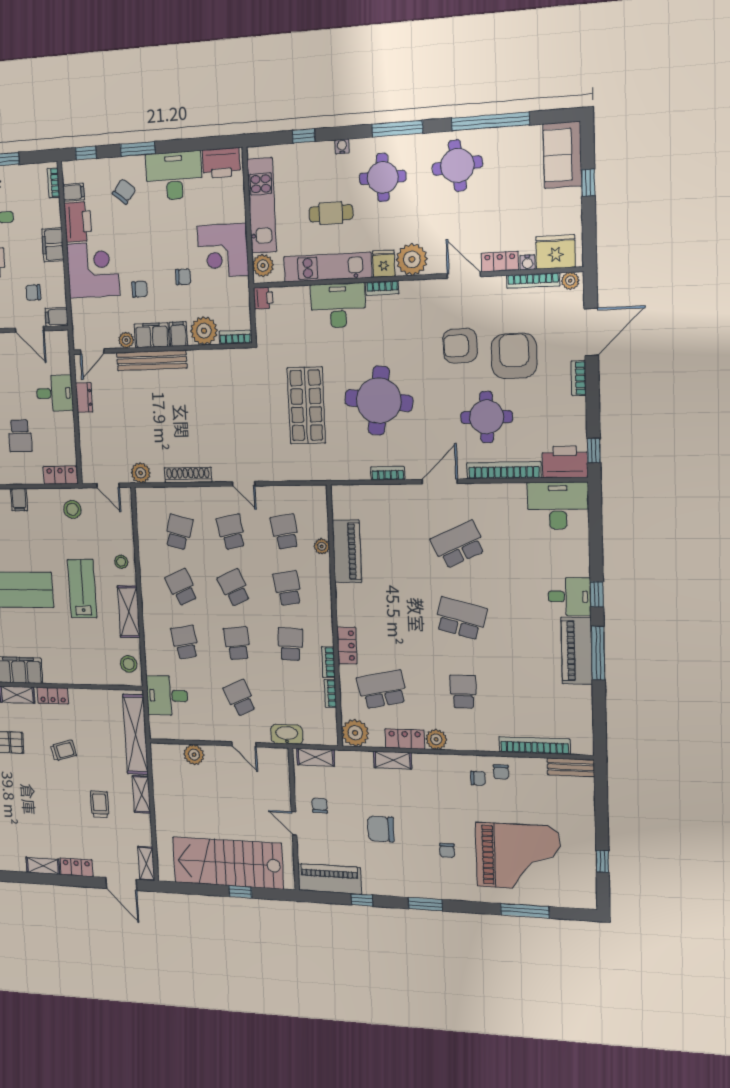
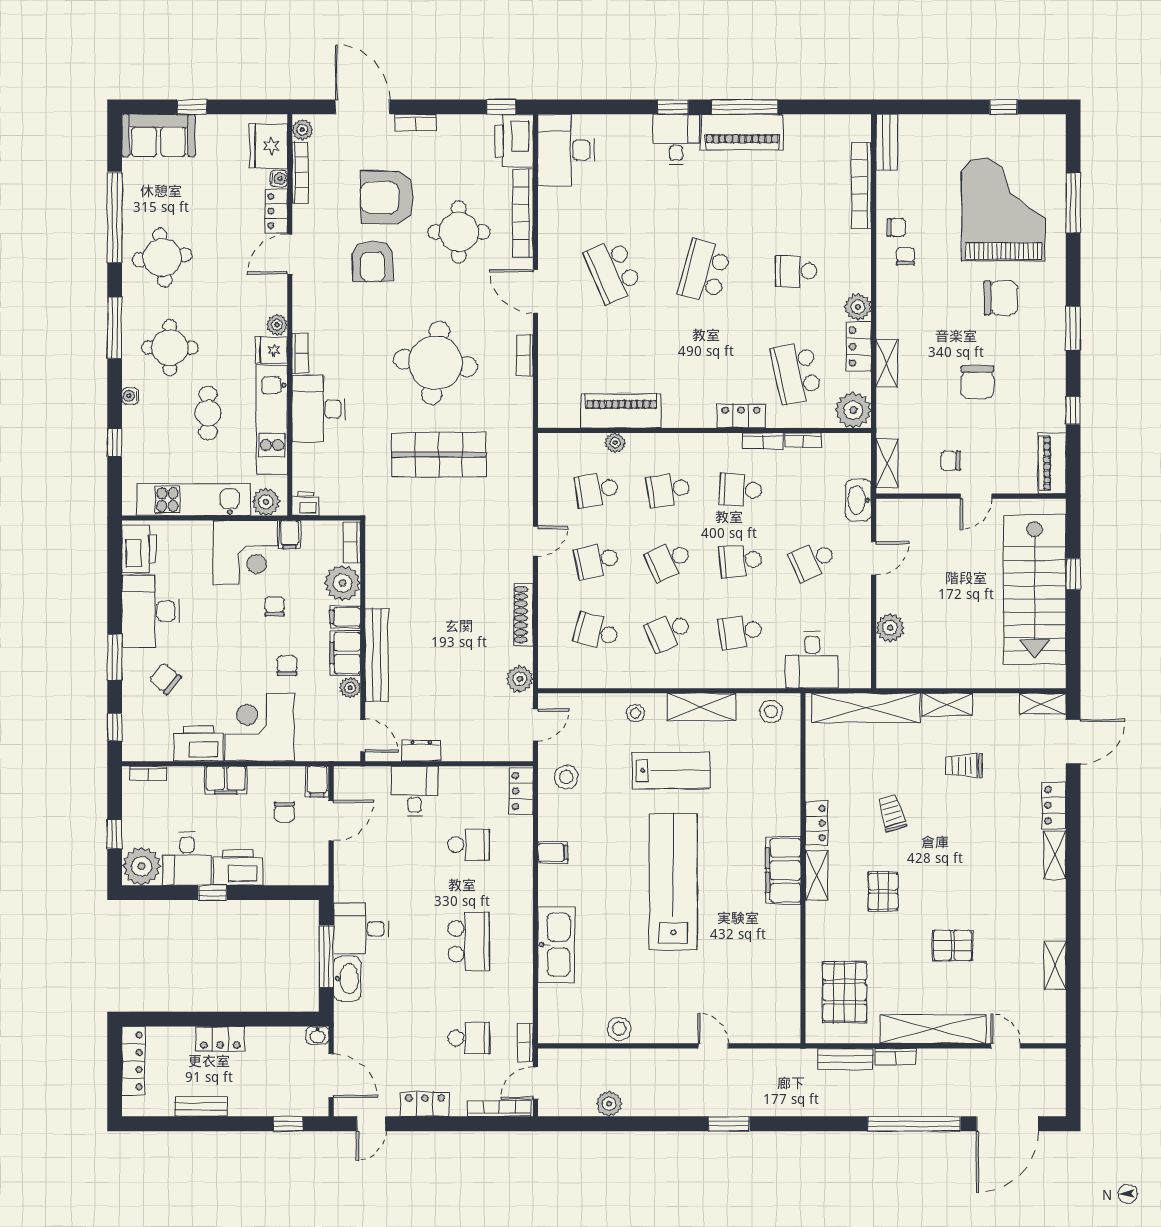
filing cabinet: (73, 192) -> (290, 535), moved, turned 180
plant: (412, 259) -> (277, 325), width x0.53, depth x0.53
lab bench: (82, 589) -> (671, 771), turned 180
chair: (447, 850) -> (1001, 298), width x1.87, depth x1.87
piano: (329, 879) -> (1052, 463), width x0.73, depth x0.75

